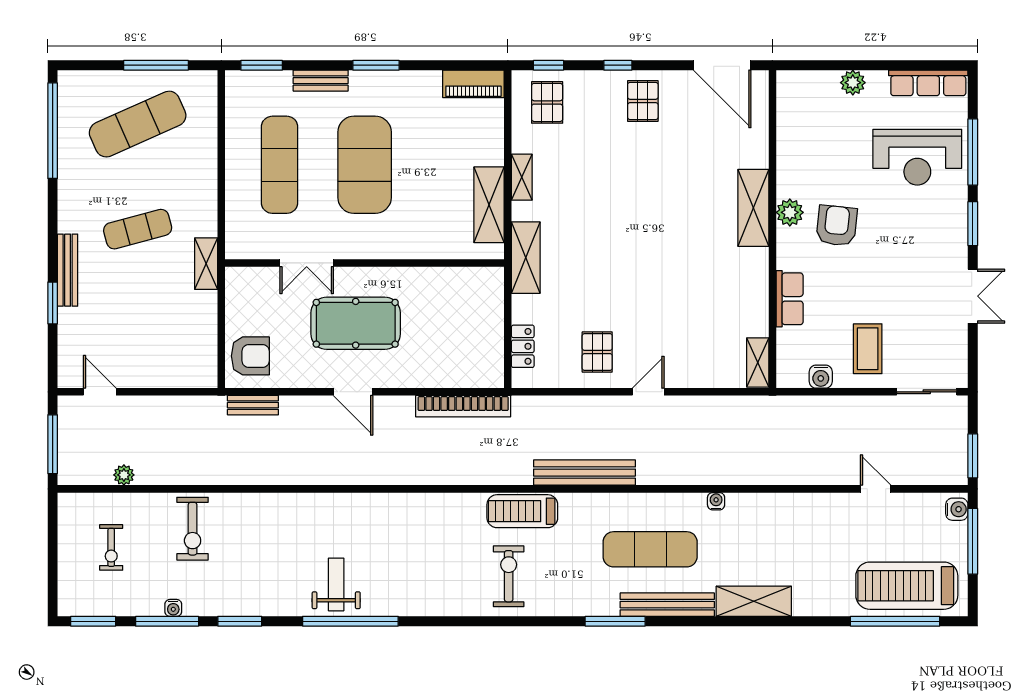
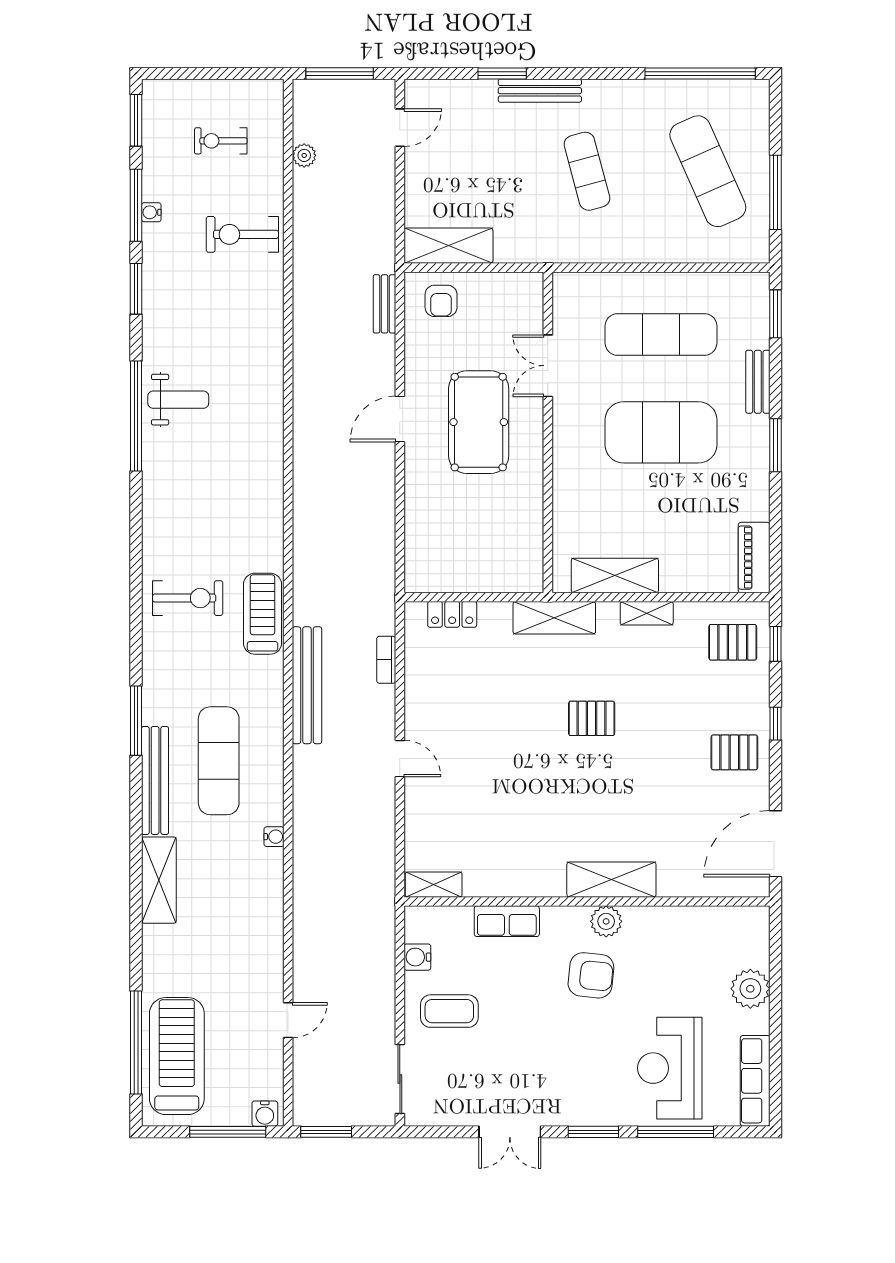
plant: (853, 83) -> (750, 989), width x1.36, depth x1.36
shelving: (206, 264) -> (448, 246), moved, width x1.50, depth x1.33
pallet: (597, 352) -> (592, 718), moved
armchair: (250, 356) -> (441, 301), width x0.72, depth x0.72
bookcase: (463, 406) -> (386, 660), moved, width x0.43, depth x0.76

